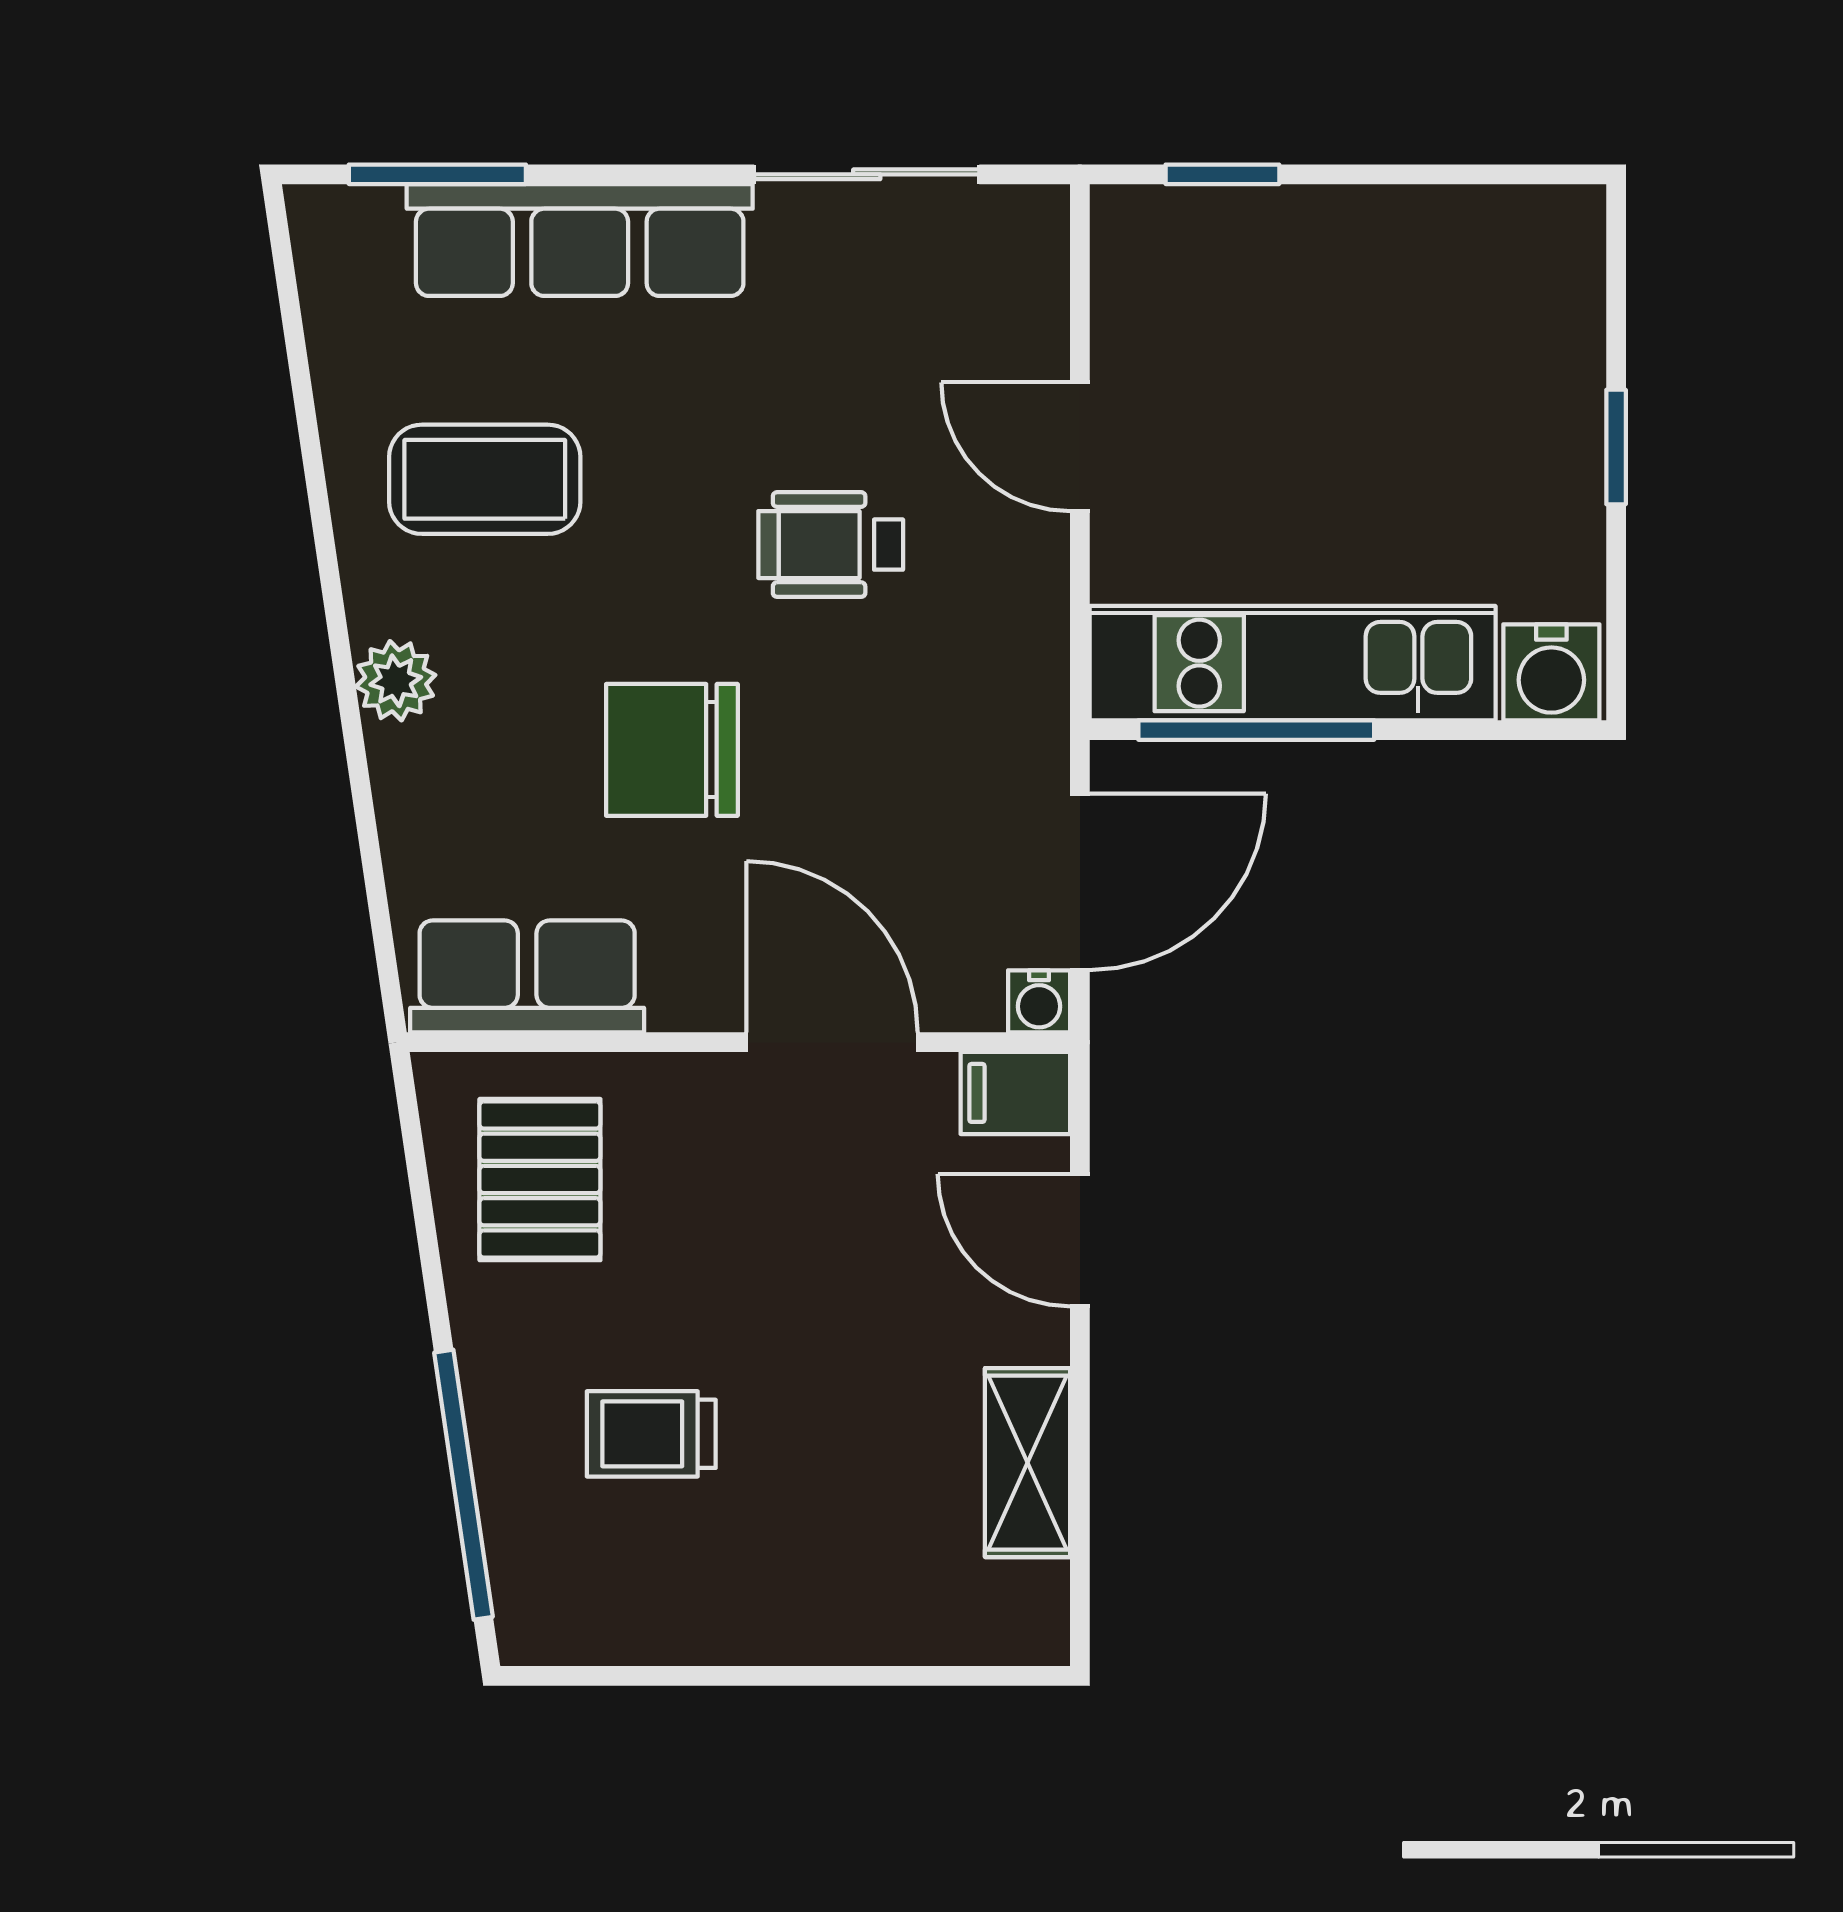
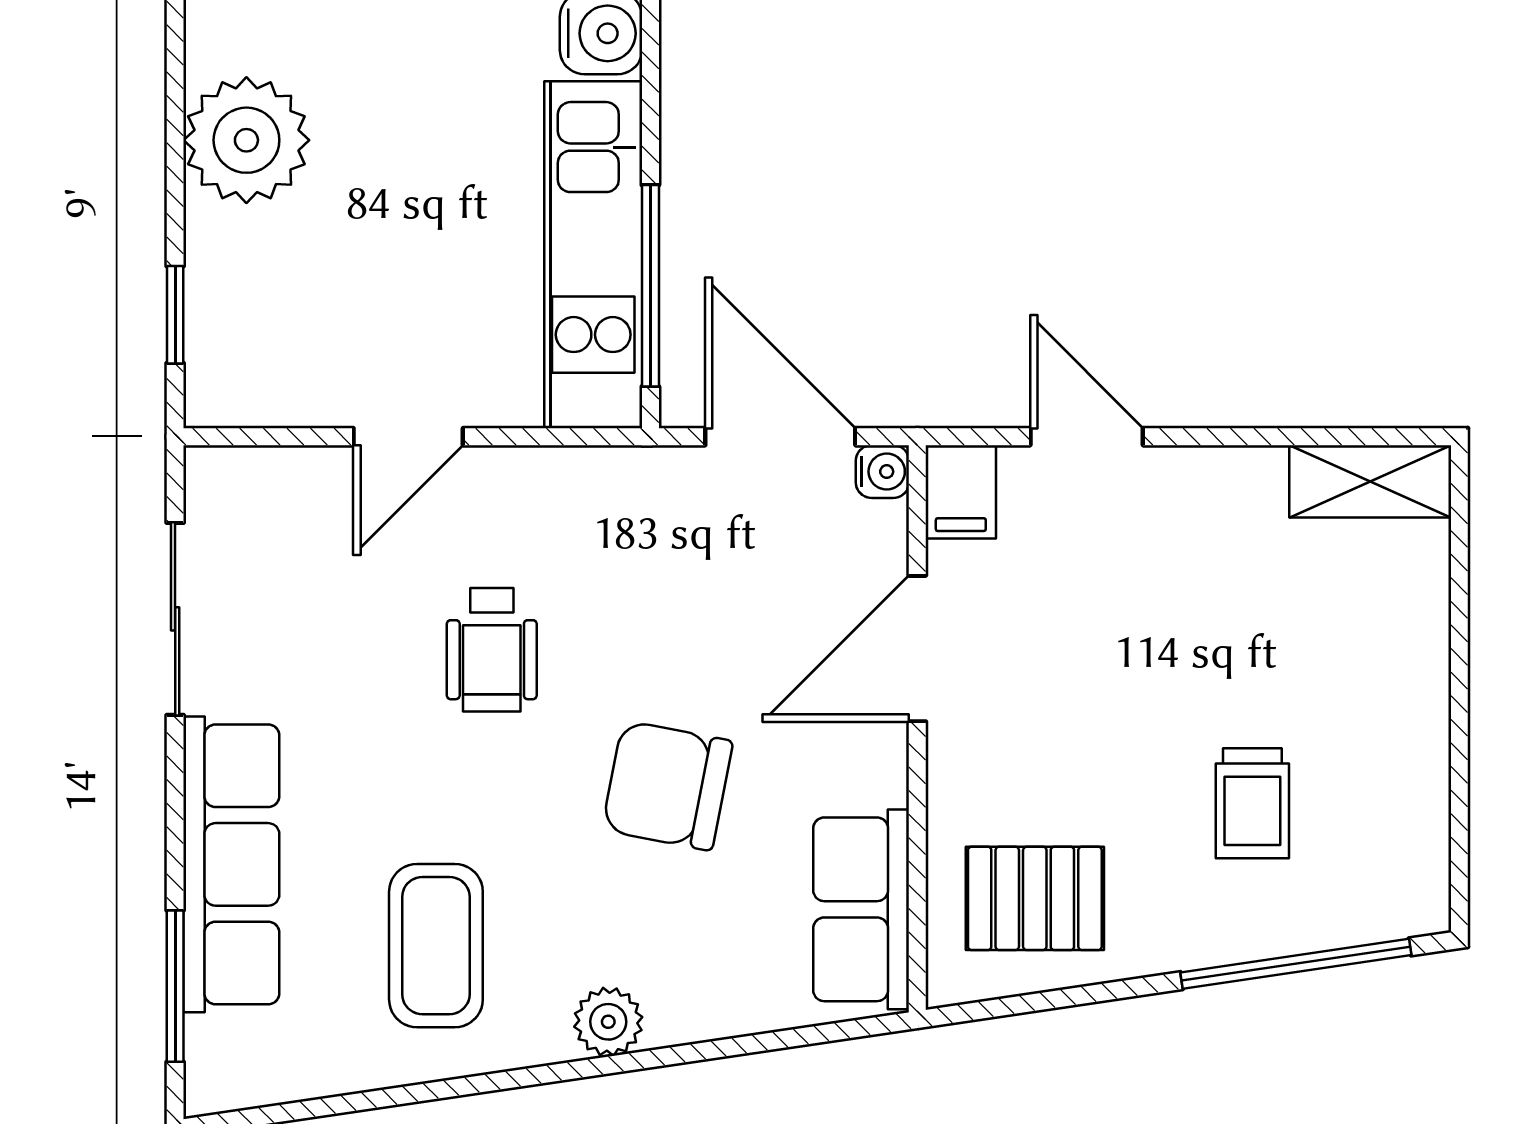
plant: (1426, 258) -> (246, 140), added
chair: (672, 750) -> (667, 786), turned 101
door: (1080, 1240) -> (1087, 437), swing flipped
shelving: (1028, 1463) -> (1370, 481), moved

